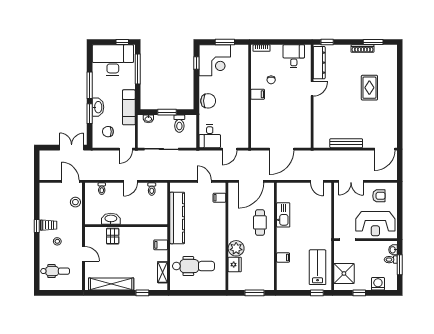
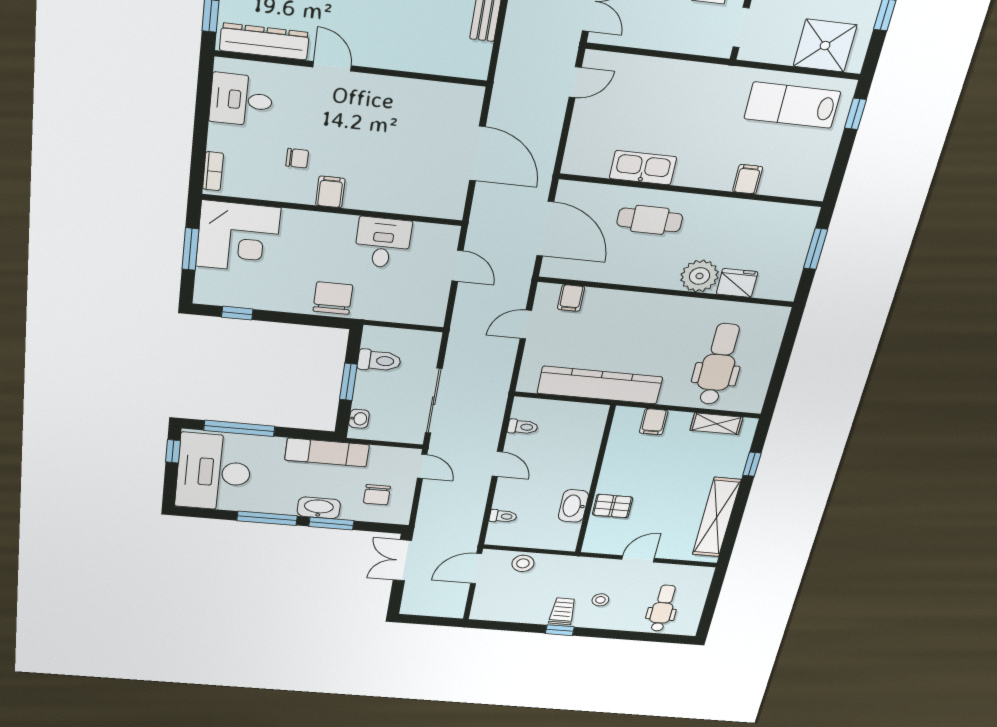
corner desk: (215, 60) -> (238, 237), moved, turned 90
desk: (210, 136) -> (383, 243), moved, turned -90

